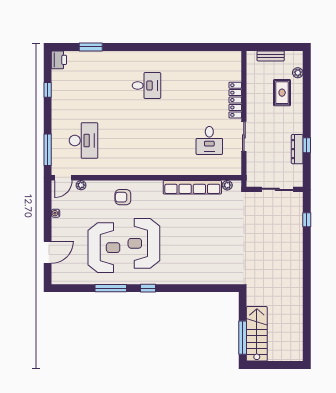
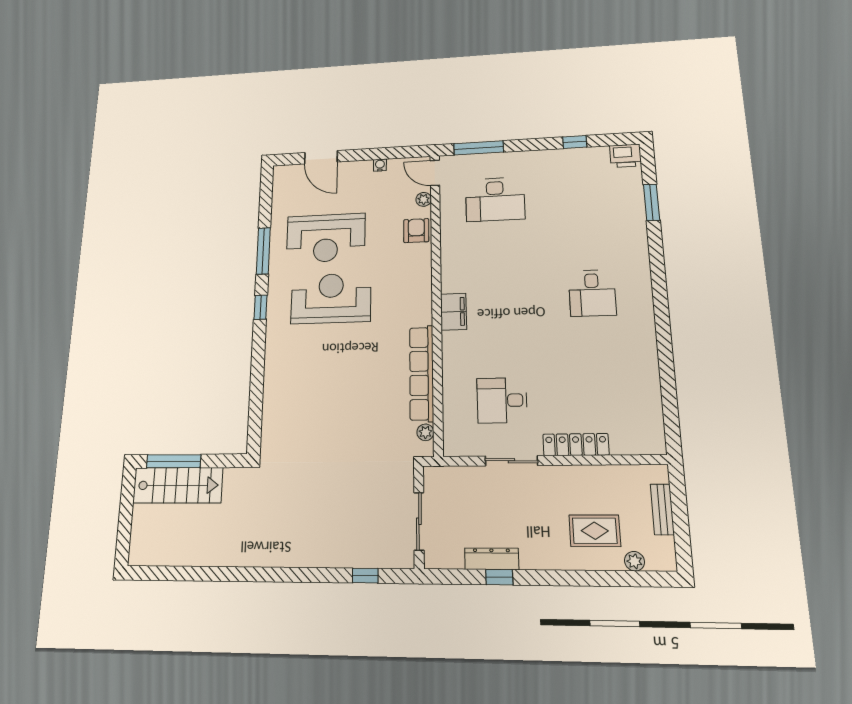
filing cabinet: (155, 168) -> (453, 312), added
armchair: (123, 197) -> (416, 231), moved

